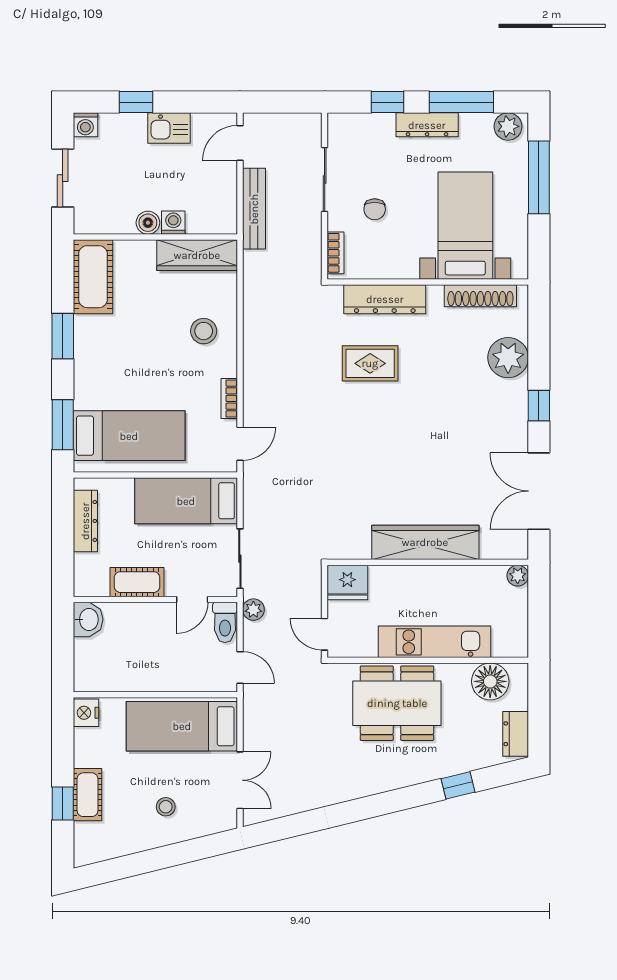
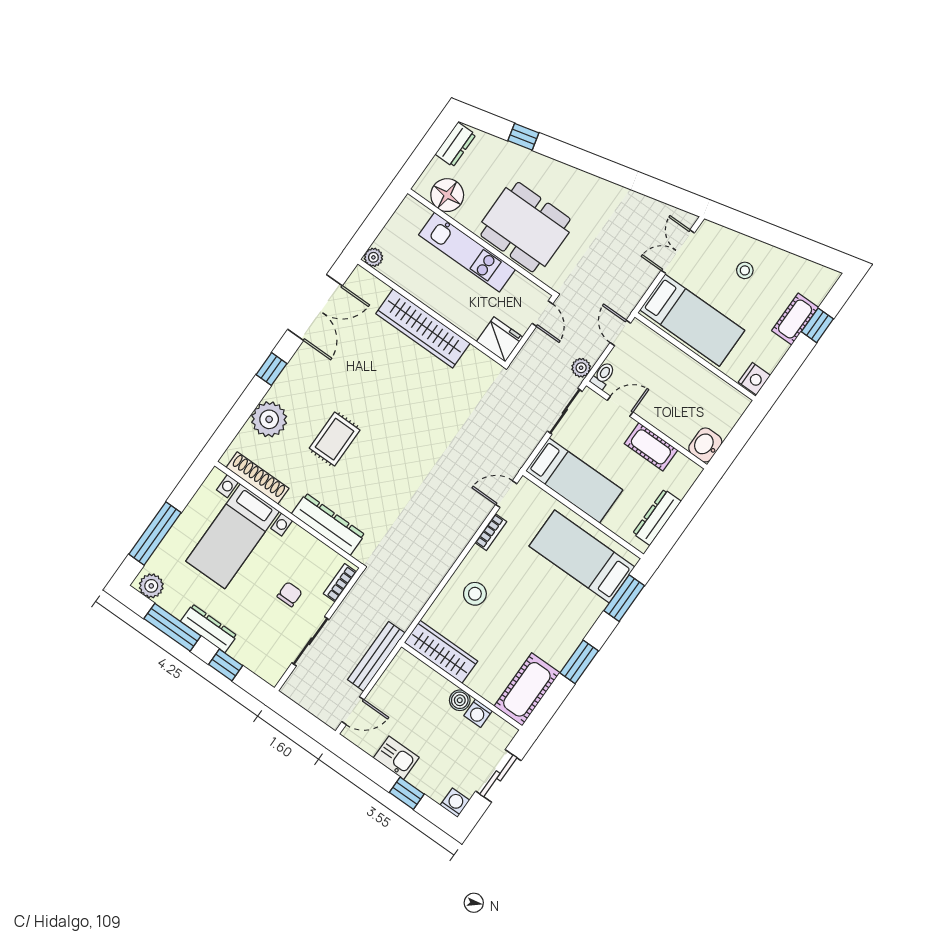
washing machine: (173, 223) -> (478, 713), moved
rug: (370, 363) -> (335, 439), moved, turned 90
toilet: (225, 622) -> (603, 375), width x0.73, depth x0.72

